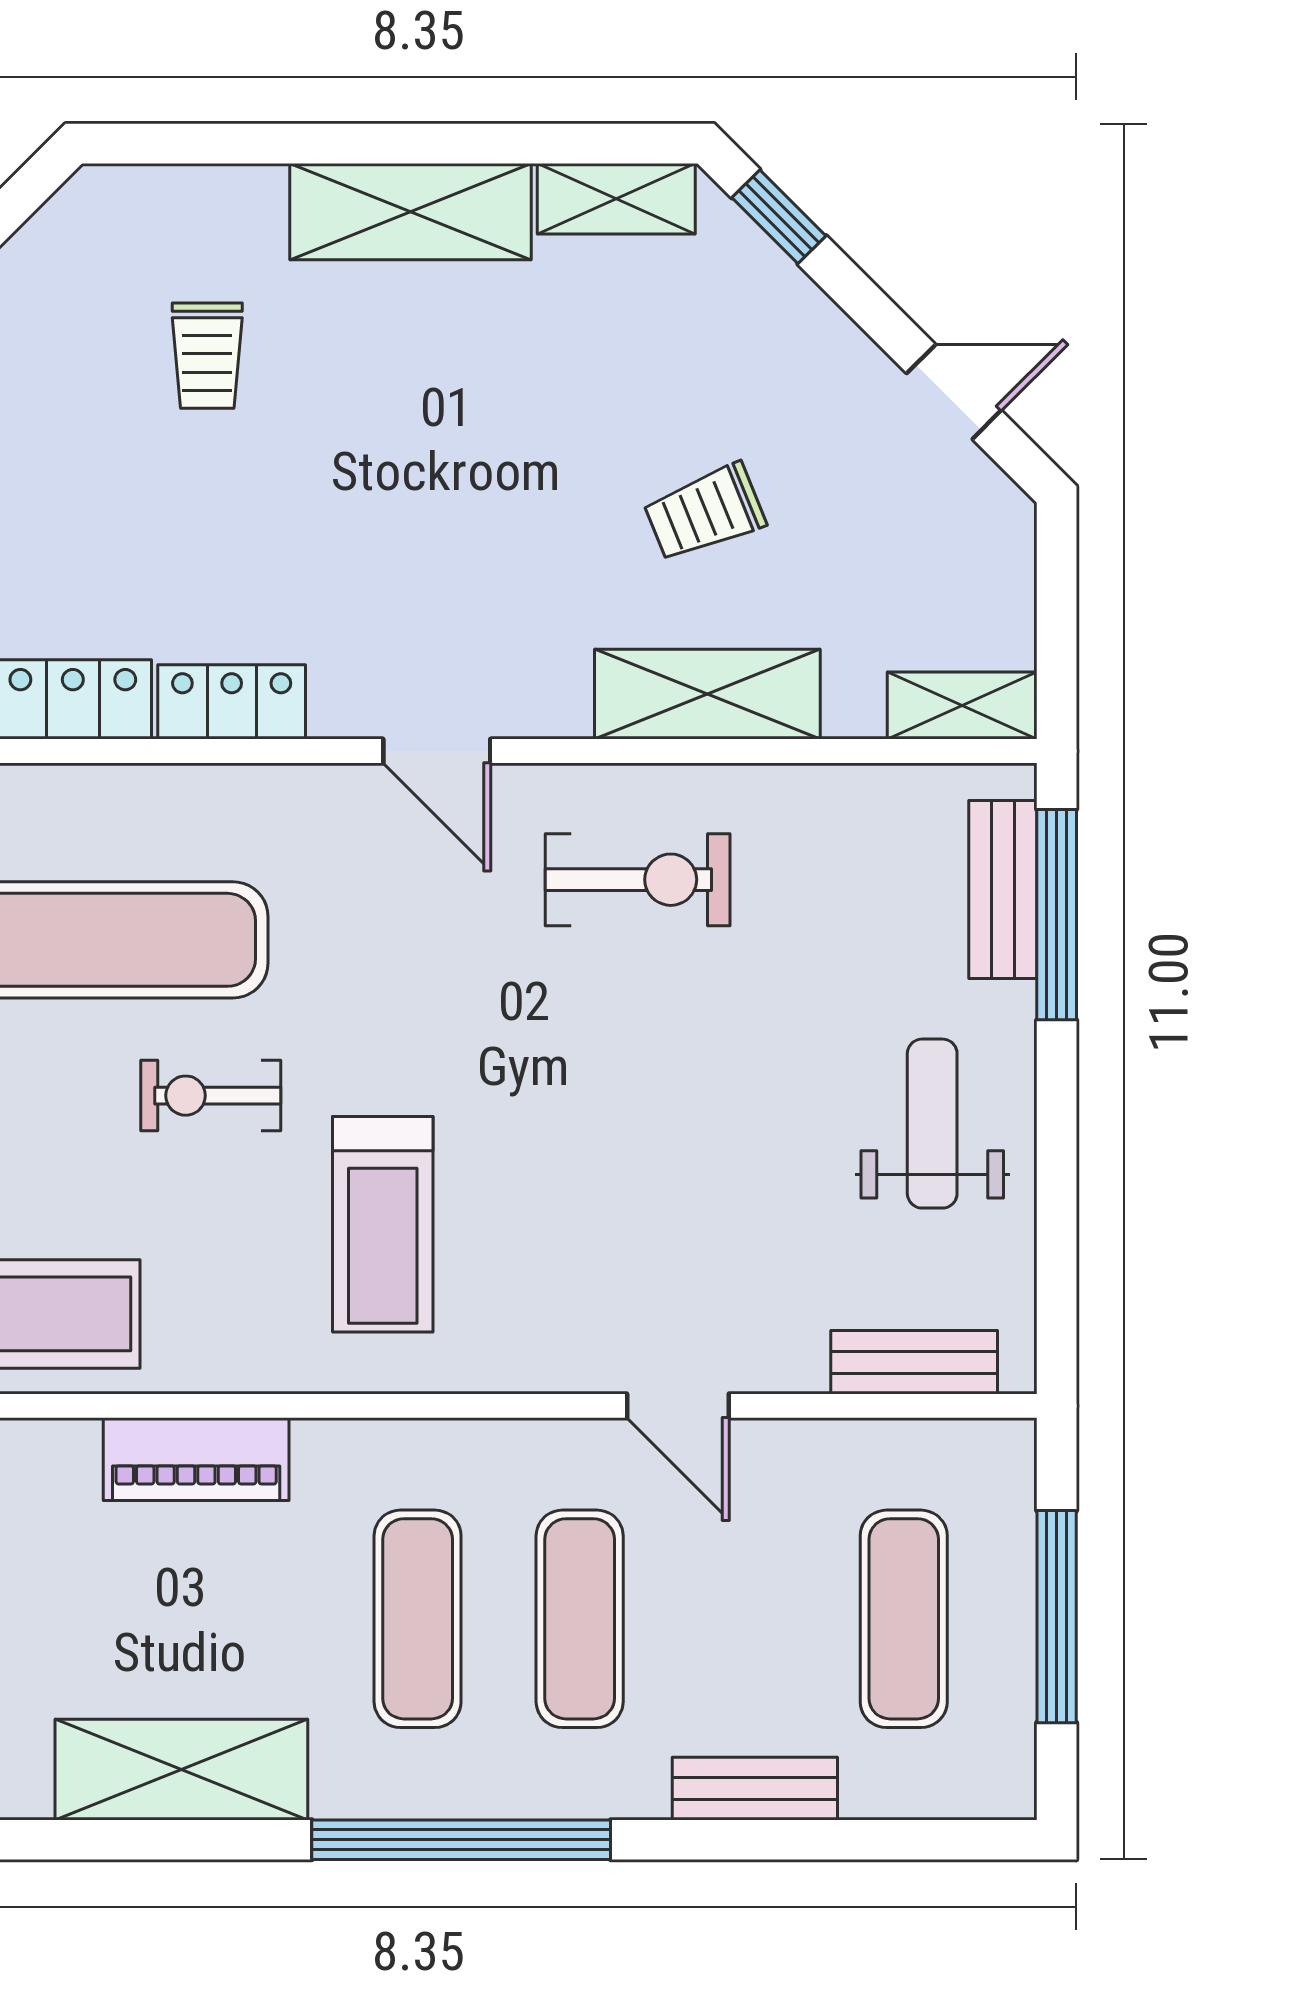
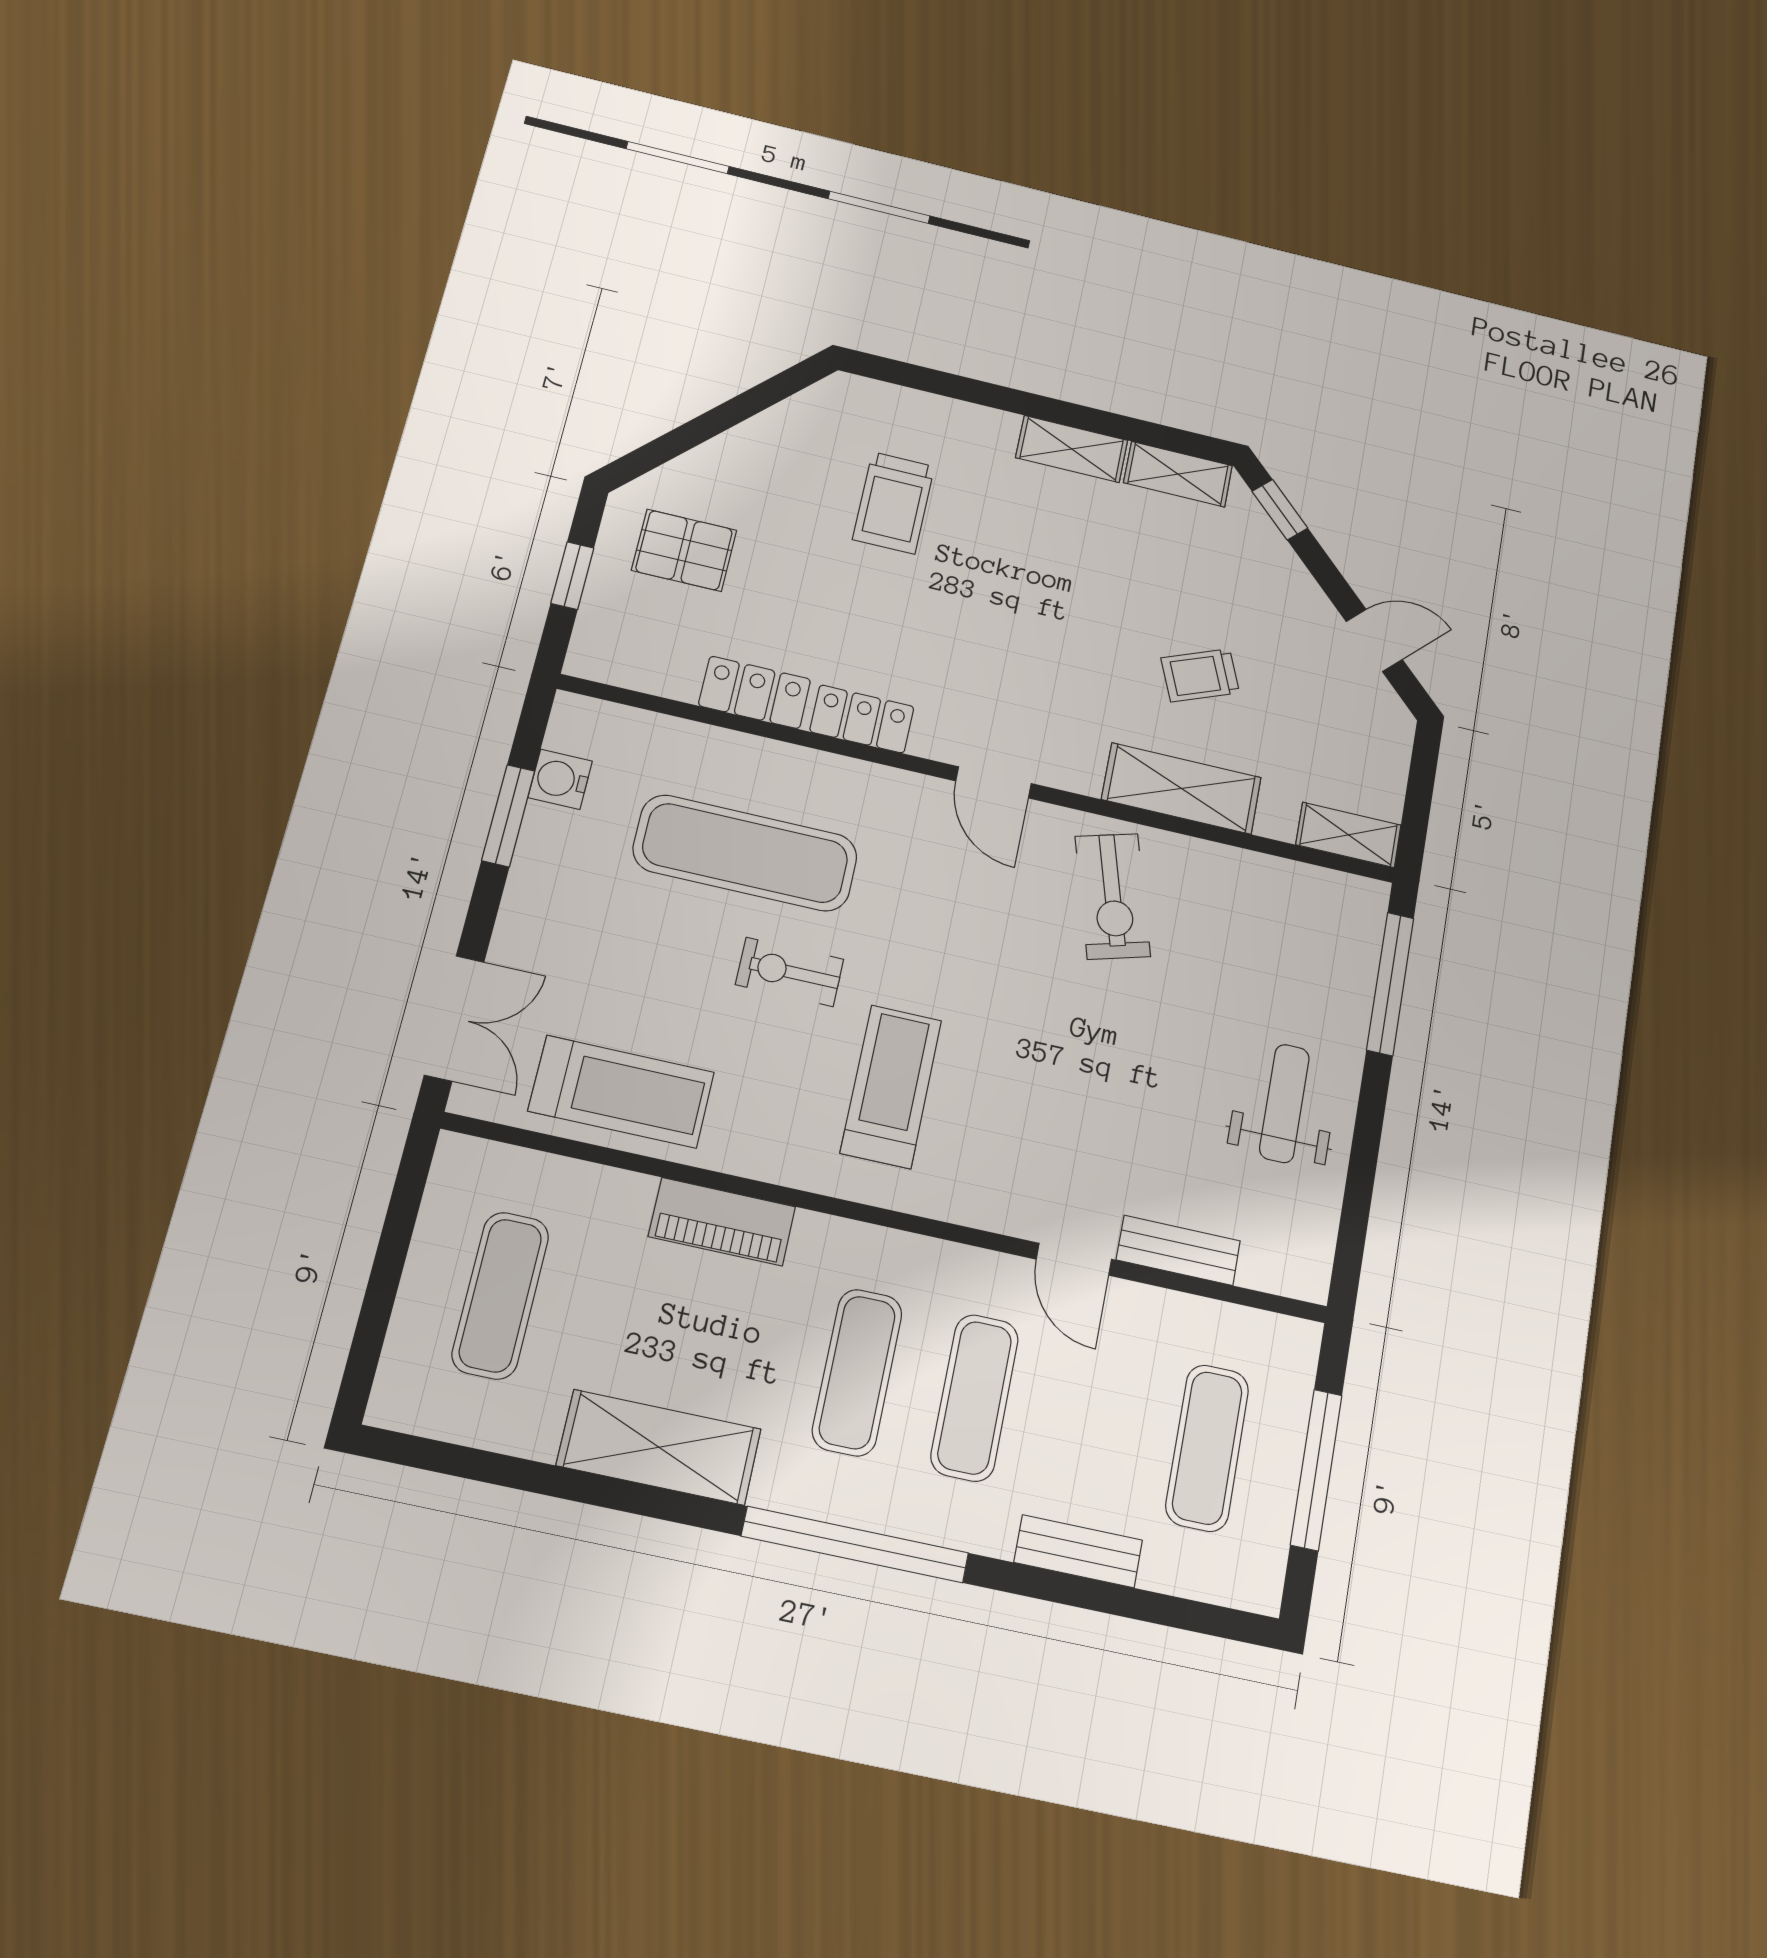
shelving: (411, 212) -> (1072, 449), width x0.67, depth x0.75
trolley: (207, 356) -> (894, 503), width x1.36, depth x1.39
exercise bike: (638, 880) -> (1113, 896), turned 74
bench: (1003, 889) -> (1357, 959), removed
treadmill: (383, 1224) -> (891, 1086), turned 180
bench: (914, 1362) -> (1178, 1250), moved

